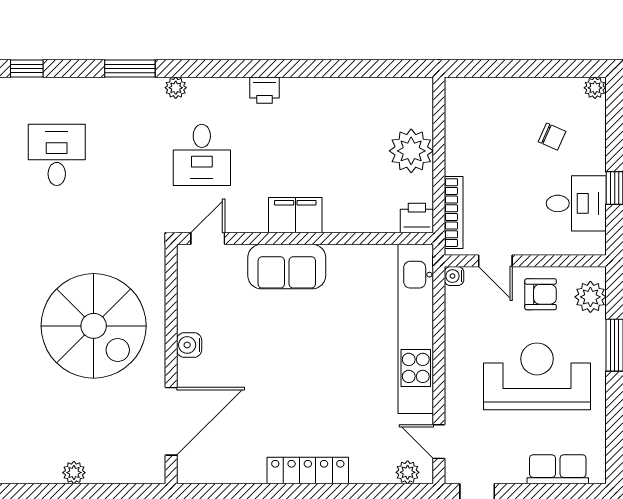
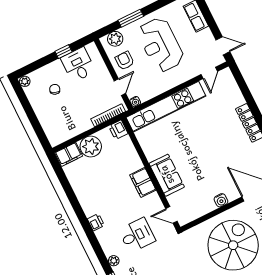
filing cabinet: (417, 102) -> (69, 154), added
plant: (408, 472) -> (229, 80), removed

